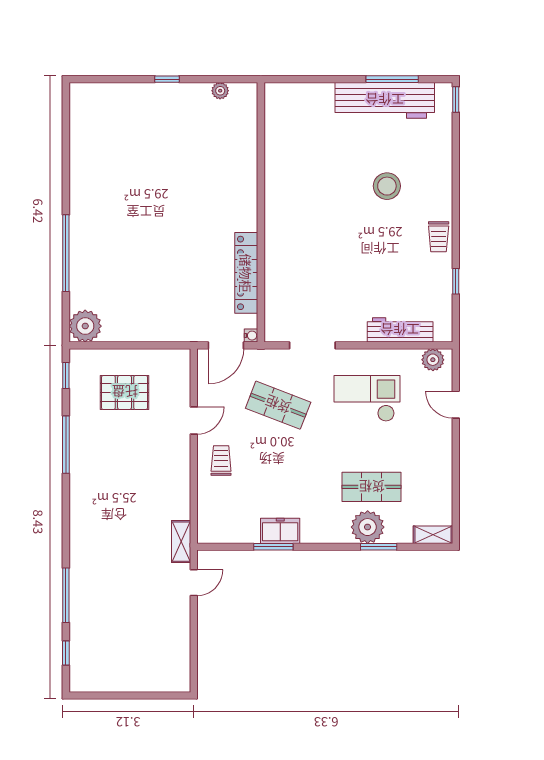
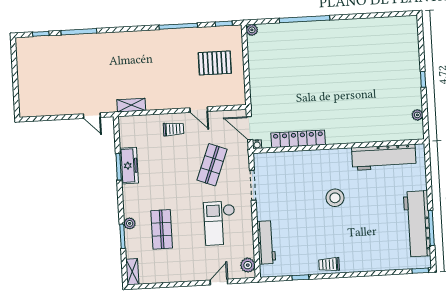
workbench: (282, 145) -> (384, 157), added
stool: (387, 186) -> (335, 198), moved
plant: (85, 326) -> (252, 30), width x0.53, depth x0.53
pallet: (125, 392) -> (215, 63), turned 90
checkout: (367, 398) -> (220, 223), turned 180
plant: (368, 527) -> (130, 223), width x0.53, depth x0.53
freezer: (280, 531) -> (129, 166), width x1.40
shelving: (181, 542) -> (131, 105), moved

